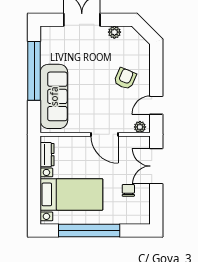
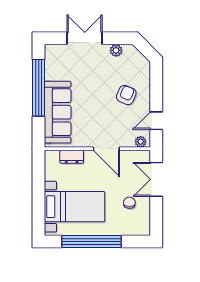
dresser: (47, 155) -> (72, 157), moved, turned 90

